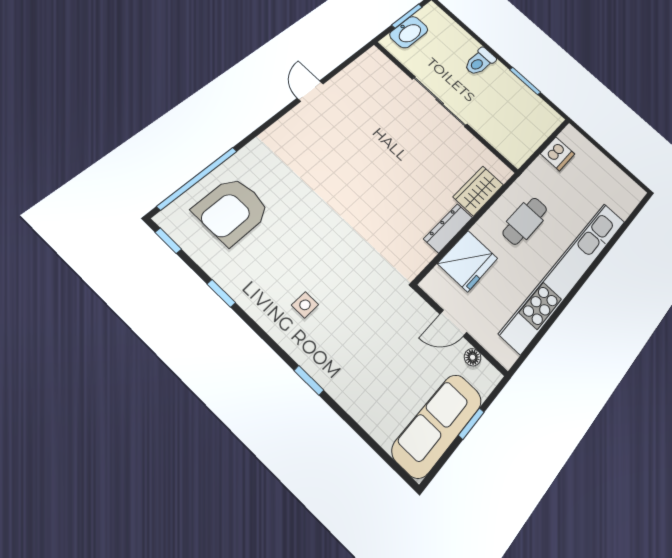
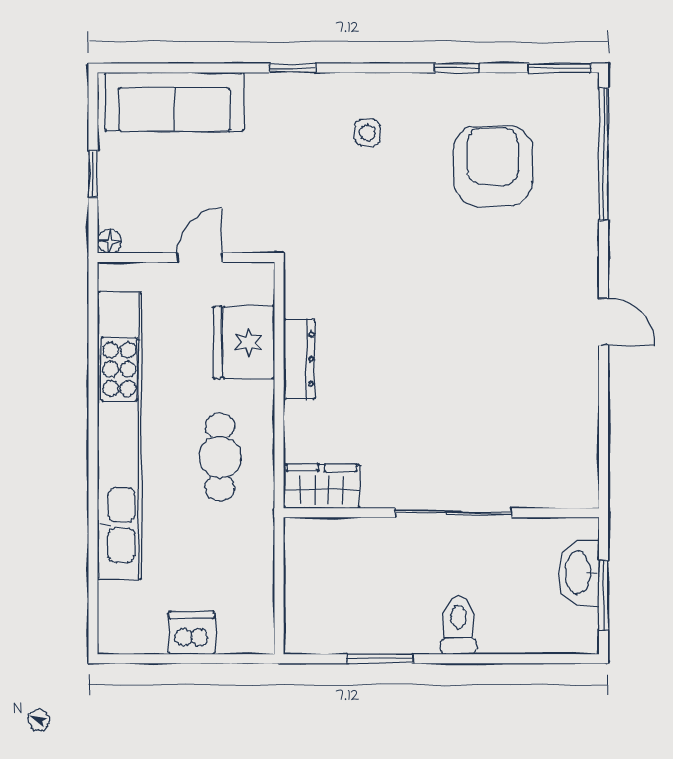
door: (310, 91) -> (604, 322), moved
dishwasher: (558, 154) -> (192, 633), moved, turned 90
wardrobe: (478, 191) -> (322, 486), moved, turned -90
armchair: (232, 210) -> (493, 166), moved
window: (168, 241) -> (560, 68), width x1.50
floor lamp: (473, 357) -> (109, 241), moved
sofa: (438, 425) -> (174, 102), moved, turned 90

